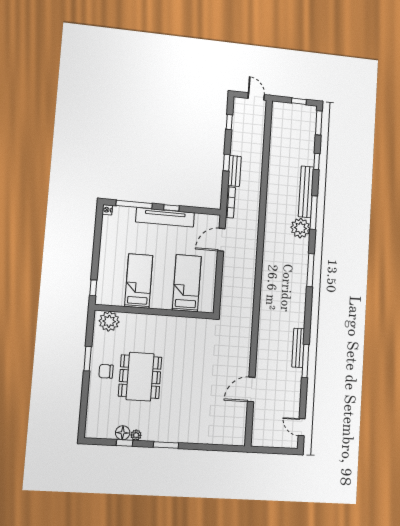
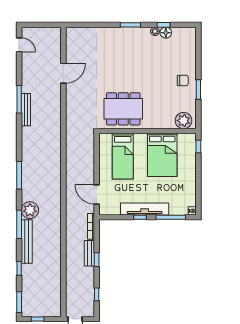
door: (221, 240) -> (97, 194), swing flipped
bed: (139, 281) -> (162, 155), width x1.50
dining table: (140, 377) -> (123, 109), moved, turned 90

